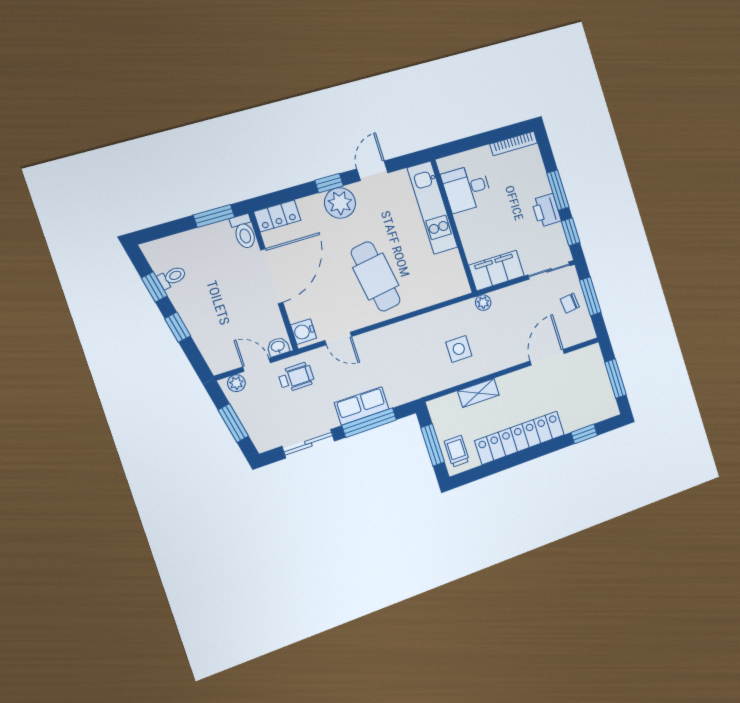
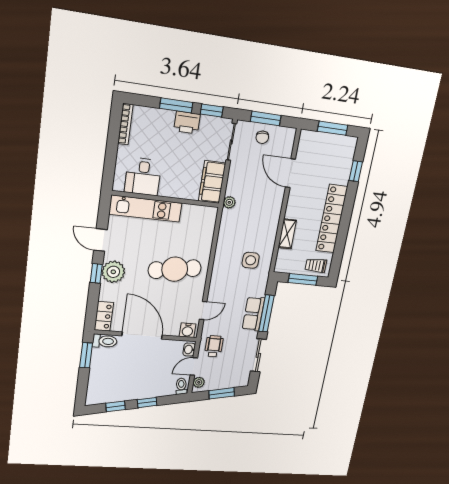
toilet: (172, 277) -> (181, 386), moved
side table: (459, 349) -> (251, 260), moved

